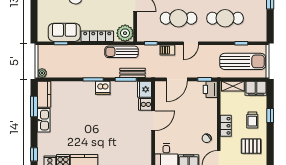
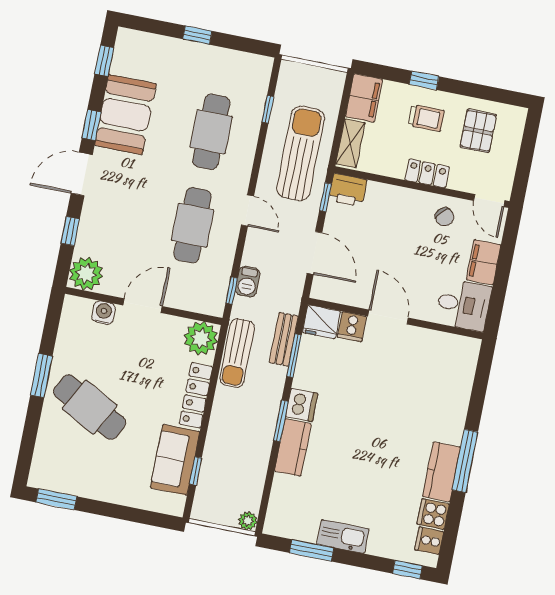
barbecue: (167, 50) -> (248, 282), moved
sun lounger: (243, 61) -> (301, 153), moved
kitchen counter: (44, 94) -> (293, 447), moved, turned 90

